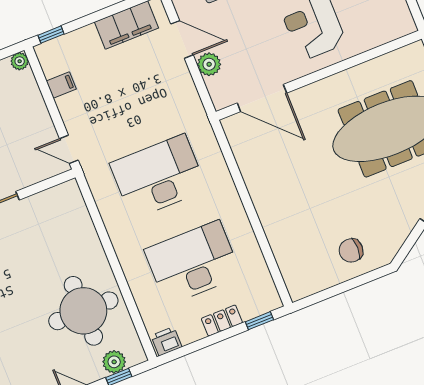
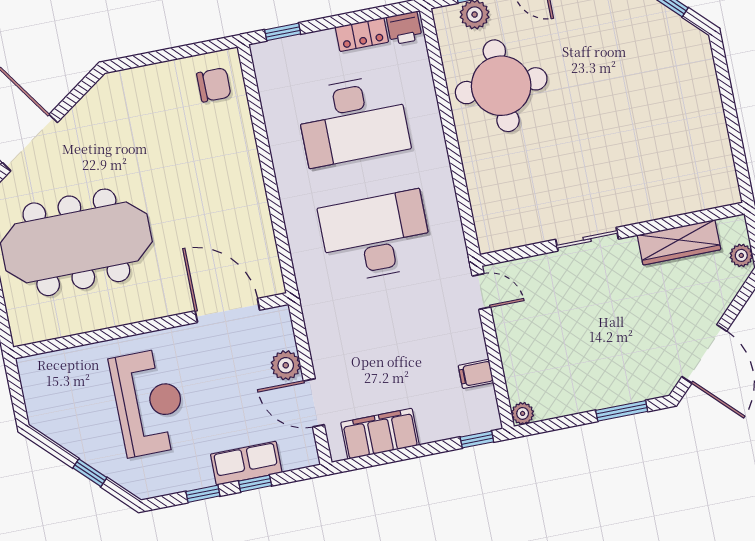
desk: (158, 176) -> (376, 237), turned 180
chair: (351, 250) -> (214, 85), moved
locker: (222, 321) -> (362, 35), moved

